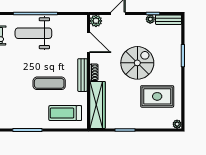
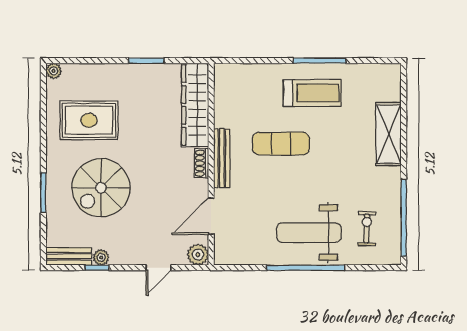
weight bench: (33, 33) -> (309, 233), turned 180
door: (89, 42) -> (211, 216), hinge flipped
spiral stairs: (137, 63) -> (101, 188), moved
treadmill: (65, 113) -> (312, 93), moved

